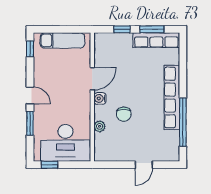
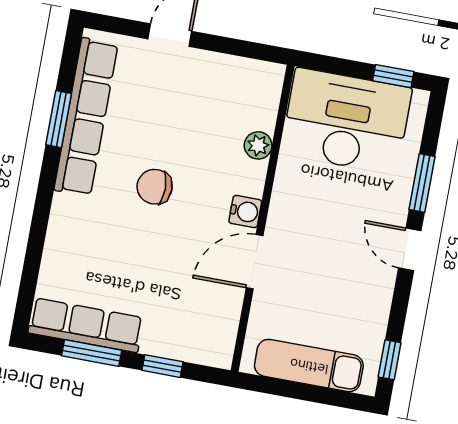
row of seats: (172, 98) -> (86, 117), moved
chair: (124, 114) -> (155, 187), moved, turned -90
window: (183, 122) -> (59, 119), width x0.47

